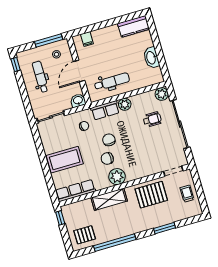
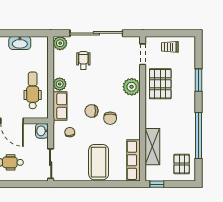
plant: (117, 177) -> (132, 87), moved
shelving: (109, 199) -> (152, 147), moved

